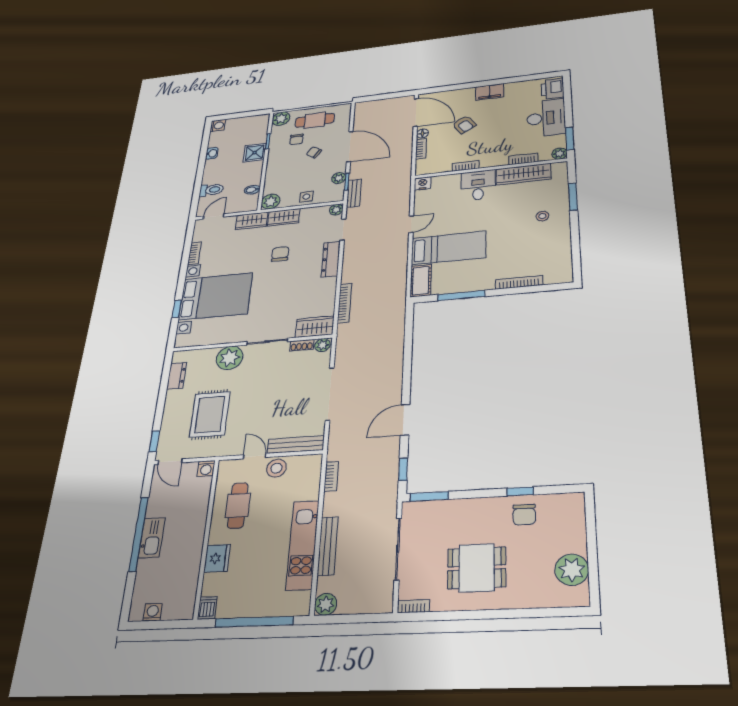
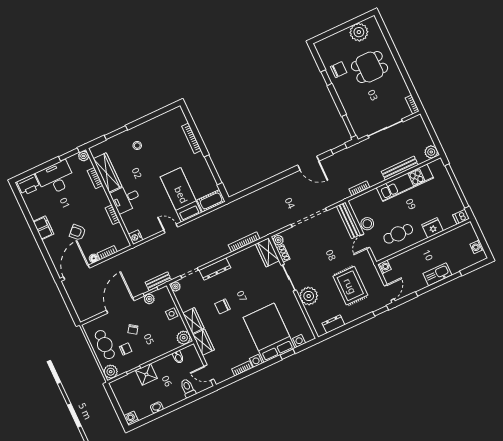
armchair: (464, 125) -> (78, 232), turned -101
rug: (210, 414) -> (350, 286), turned 90
dining table: (477, 568) -> (370, 67), moved, turned 90

